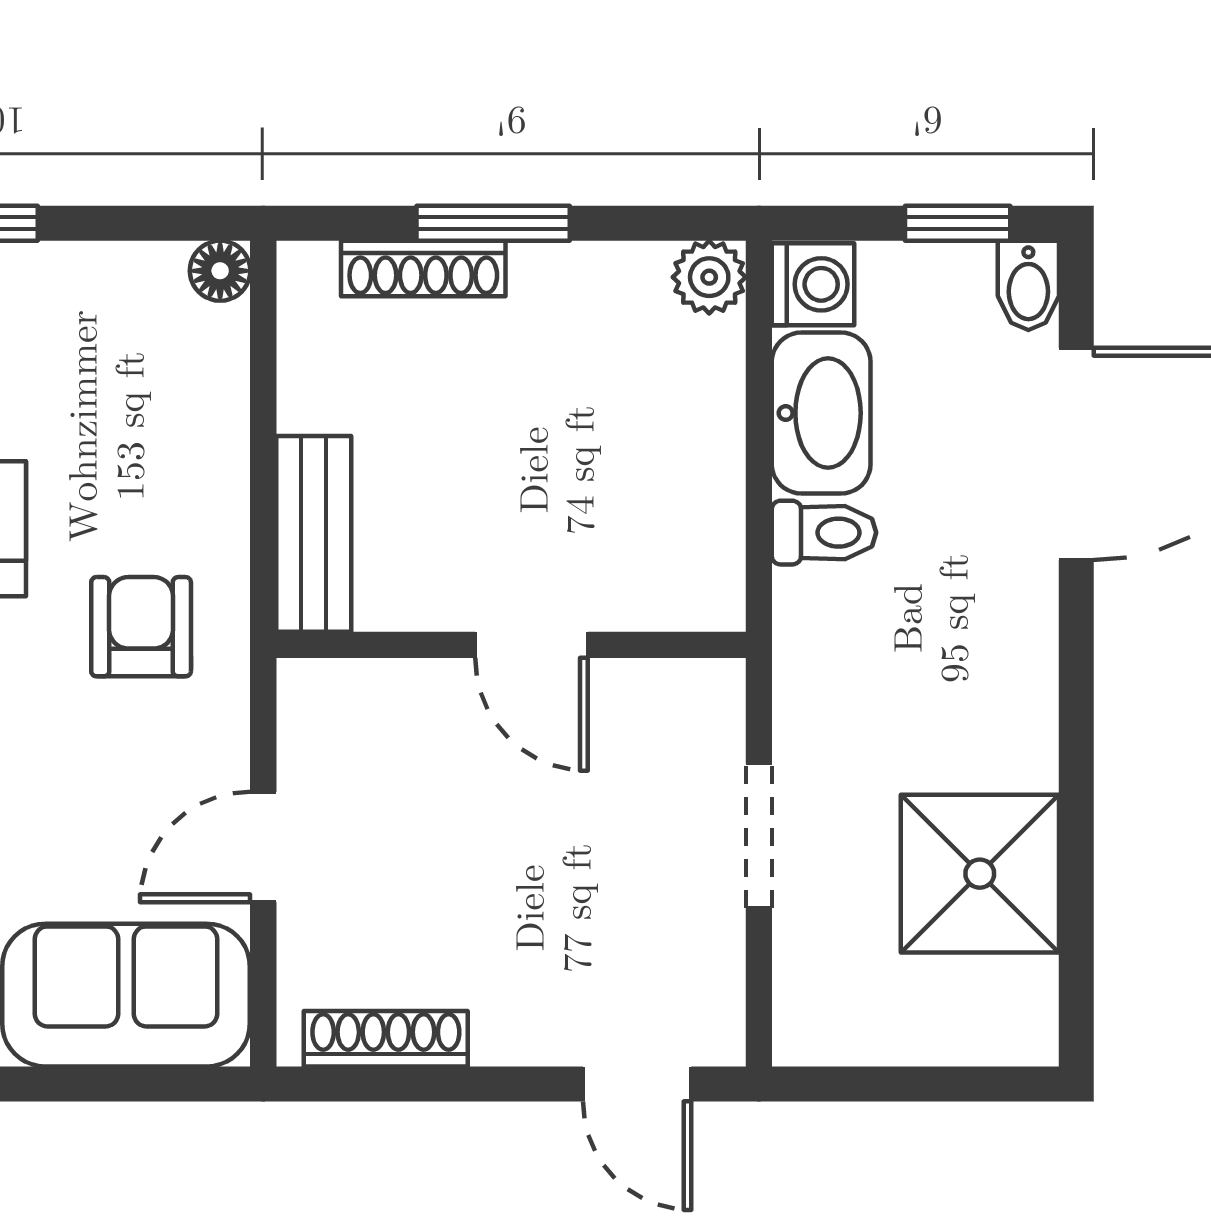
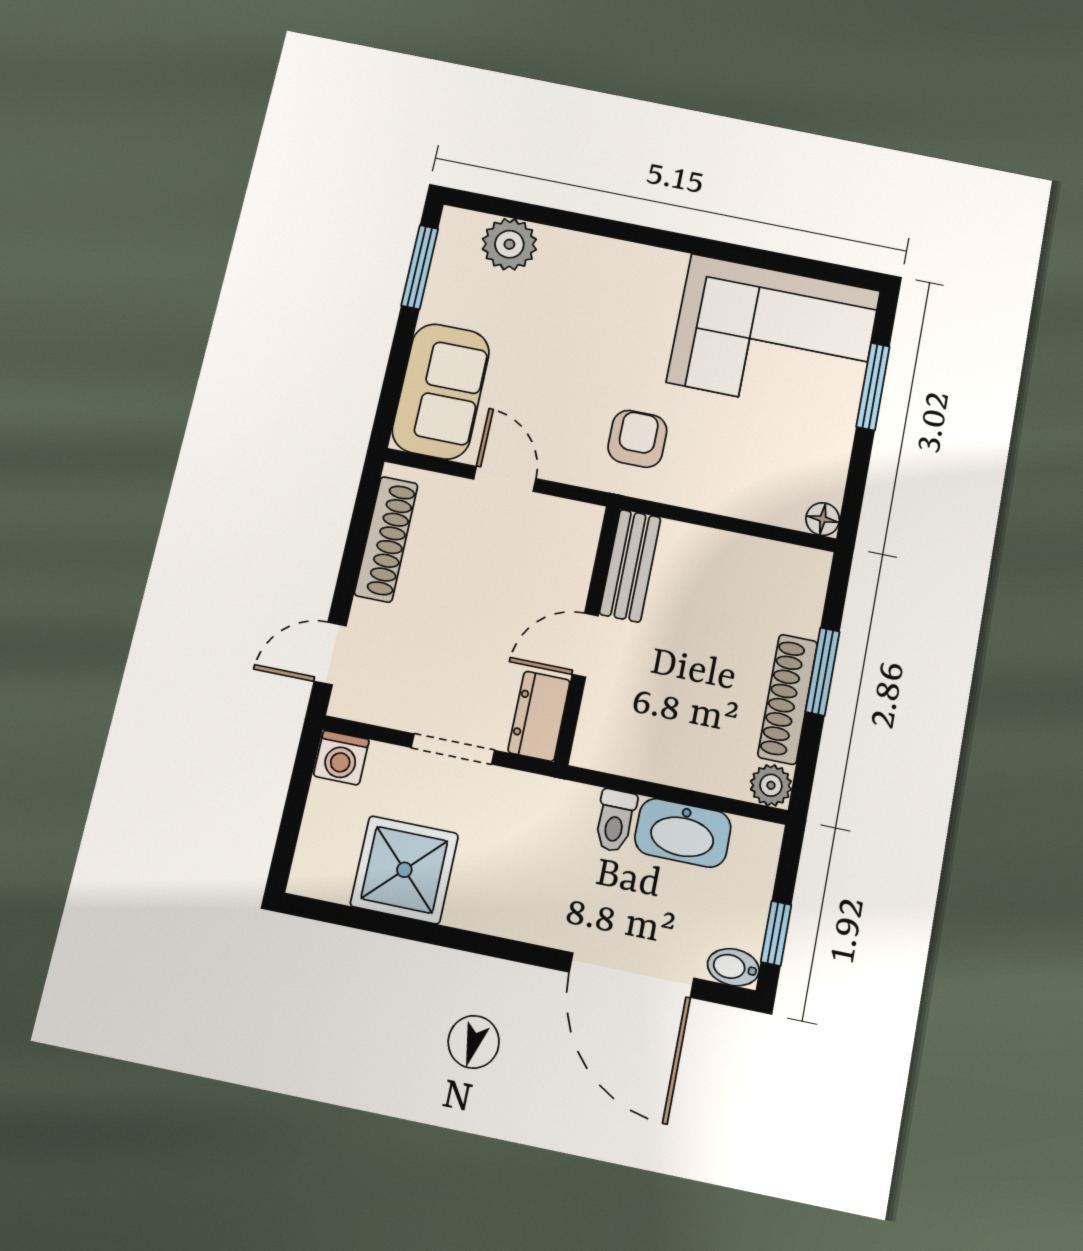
shoe rack: (423, 269) -> (788, 699), moved, width x1.36, depth x1.24
washing machine: (813, 284) -> (341, 758), moved
bench: (314, 534) -> (630, 566), moved, turned 90
armchair: (141, 627) -> (637, 439), turned -90
dresser: (672, 699) -> (539, 716), added
shoe rack: (386, 1039) -> (386, 539), width x1.36, depth x1.24

